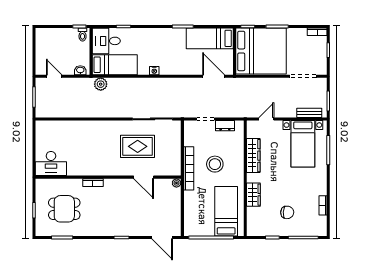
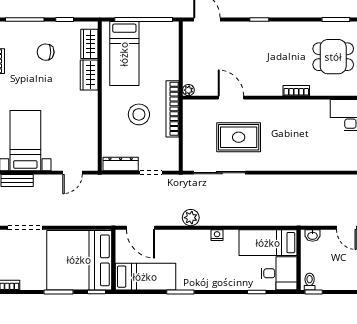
plant: (101, 84) -> (191, 218), moved
dresser: (225, 126) -> (121, 164), width x1.44
wardrobe: (253, 156) -> (89, 44), moved, width x0.67

